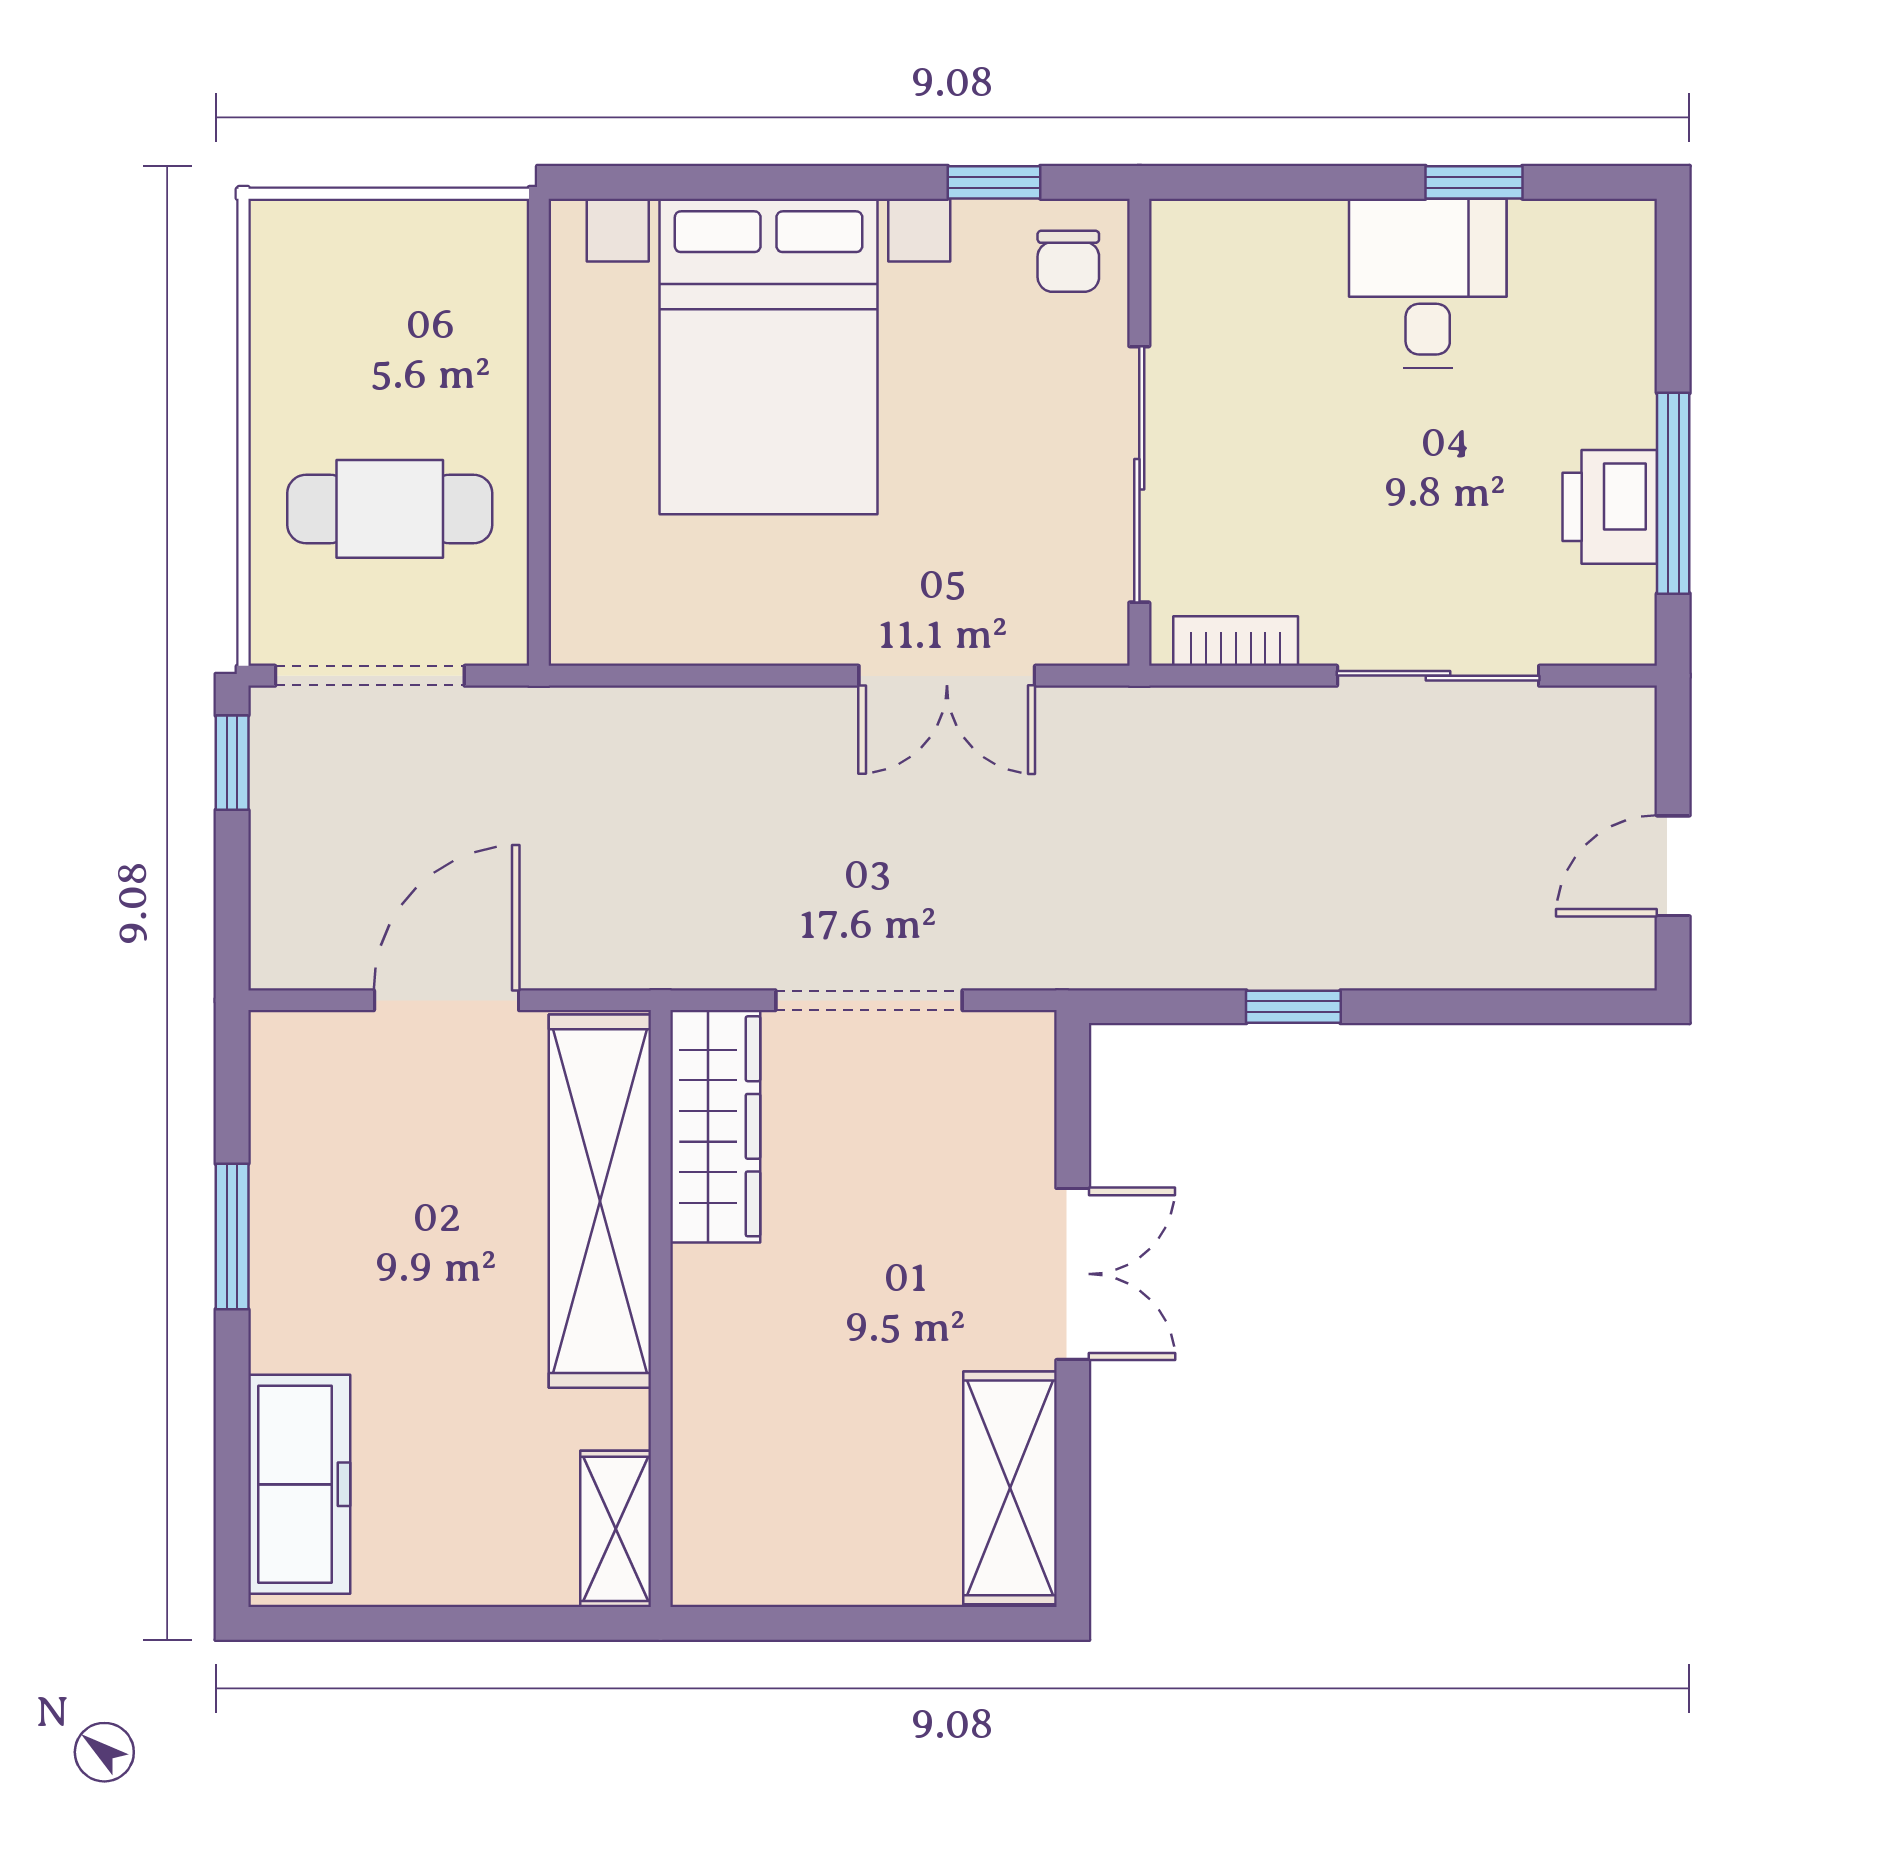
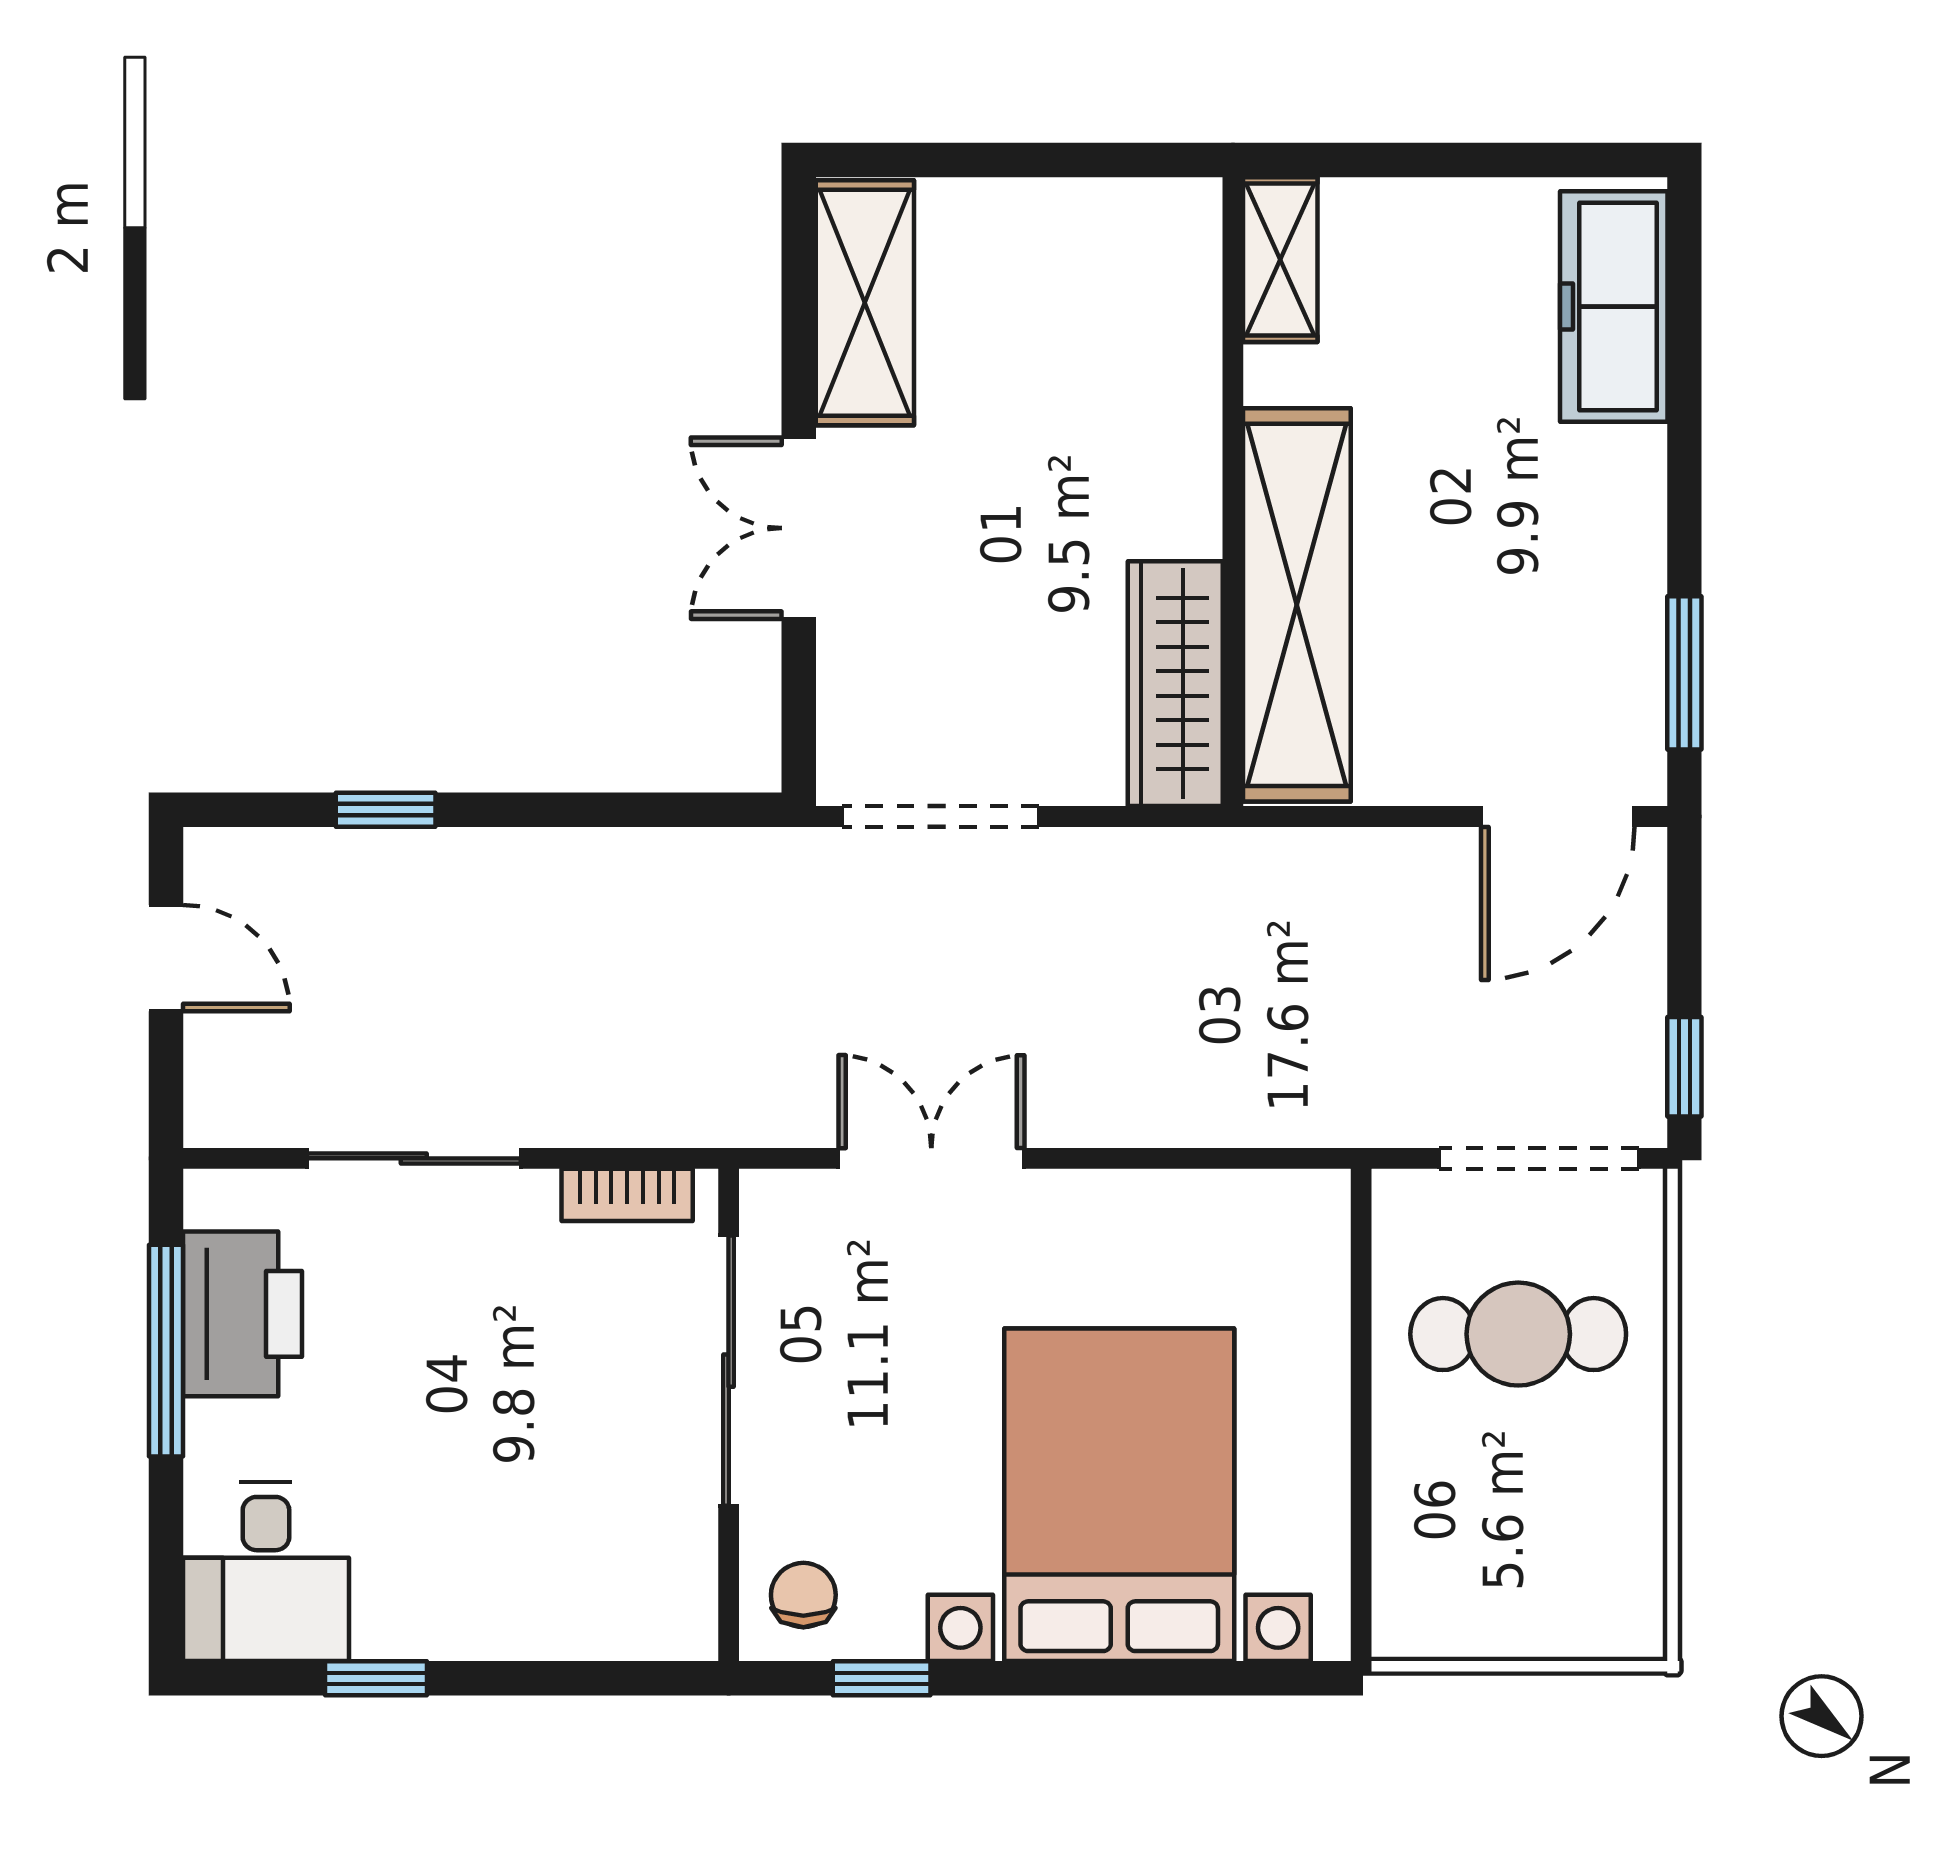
desk: (1428, 283) -> (266, 1572), moved
printer: (1610, 507) -> (242, 1314), width x1.37, depth x1.19
door: (1673, 866) -> (166, 958), hinge flipped
door: (447, 1000) -> (1558, 816), moved
doorway: (869, 1000) -> (940, 816), moved
window: (1293, 1007) -> (386, 810), moved
window: (232, 1237) -> (1684, 673), moved

